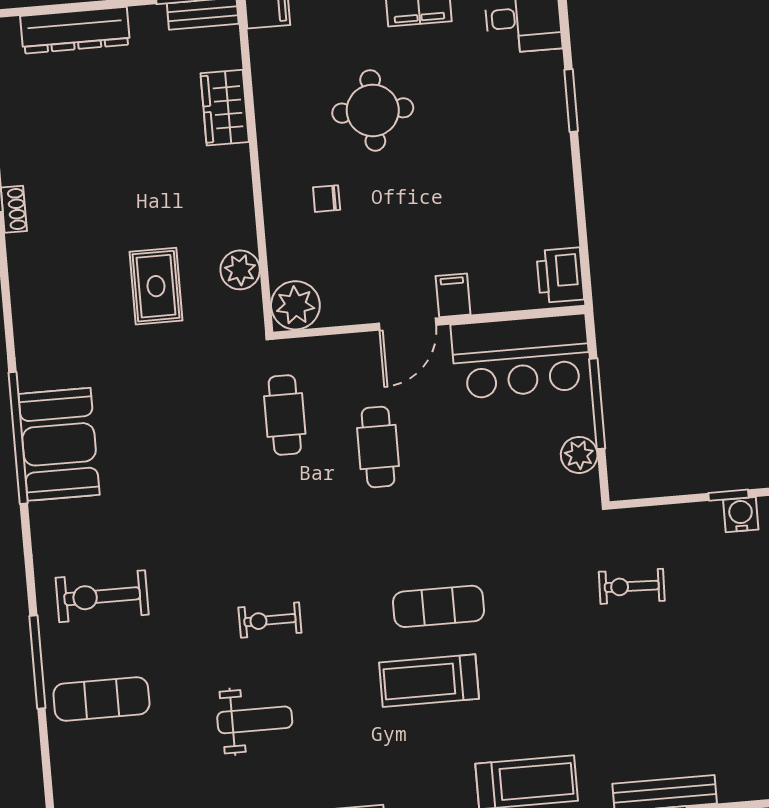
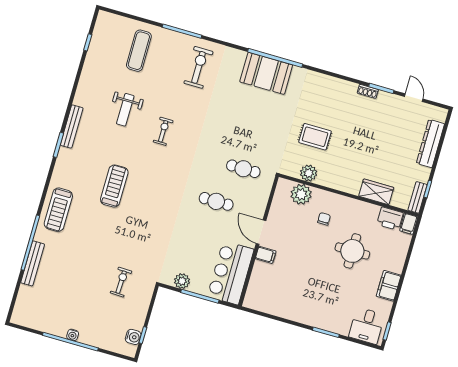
printer: (560, 275) -> (390, 219), moved, turned 180
plant: (295, 305) -> (301, 194), moved
exercise mat: (439, 606) -> (143, 201), removed
exercise mat: (101, 699) -> (139, 51), moved

